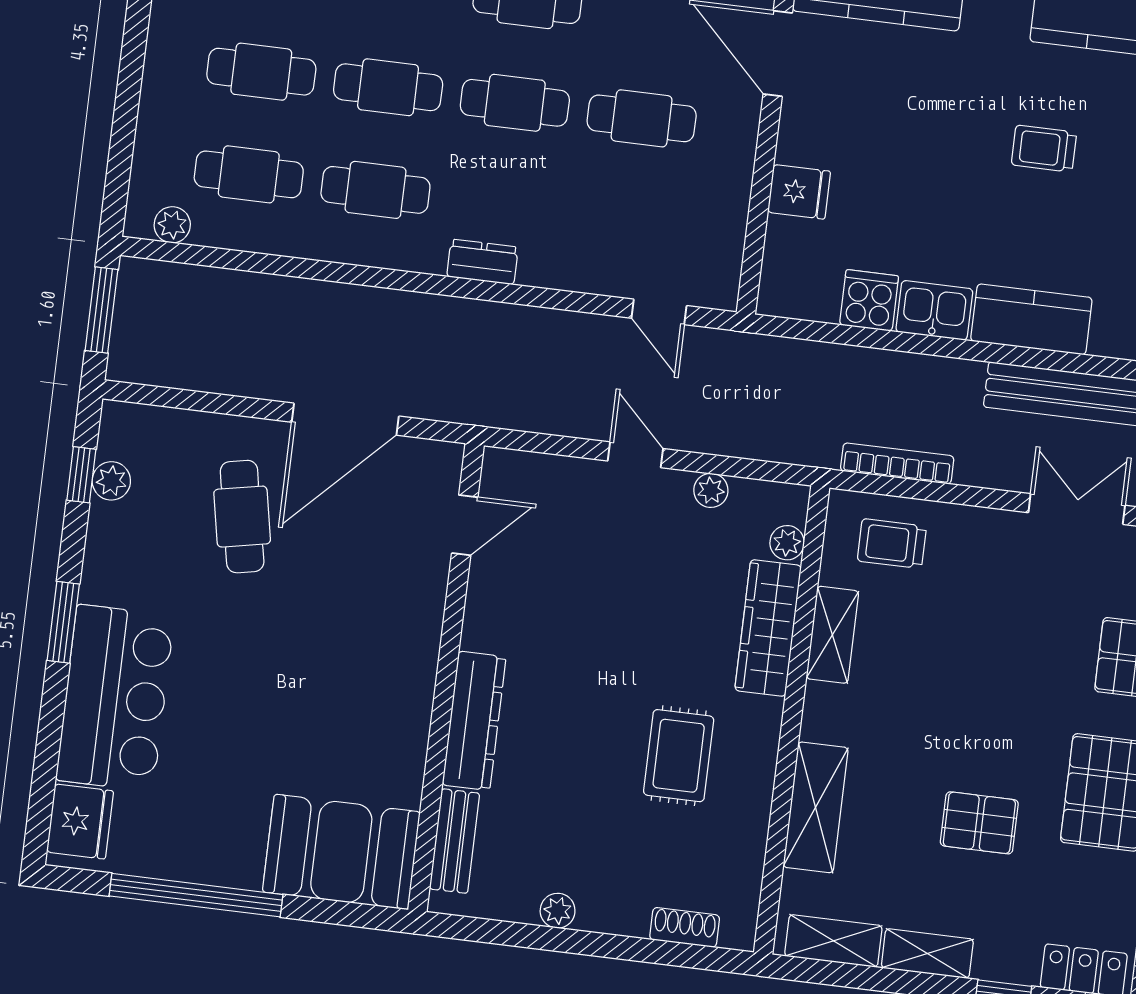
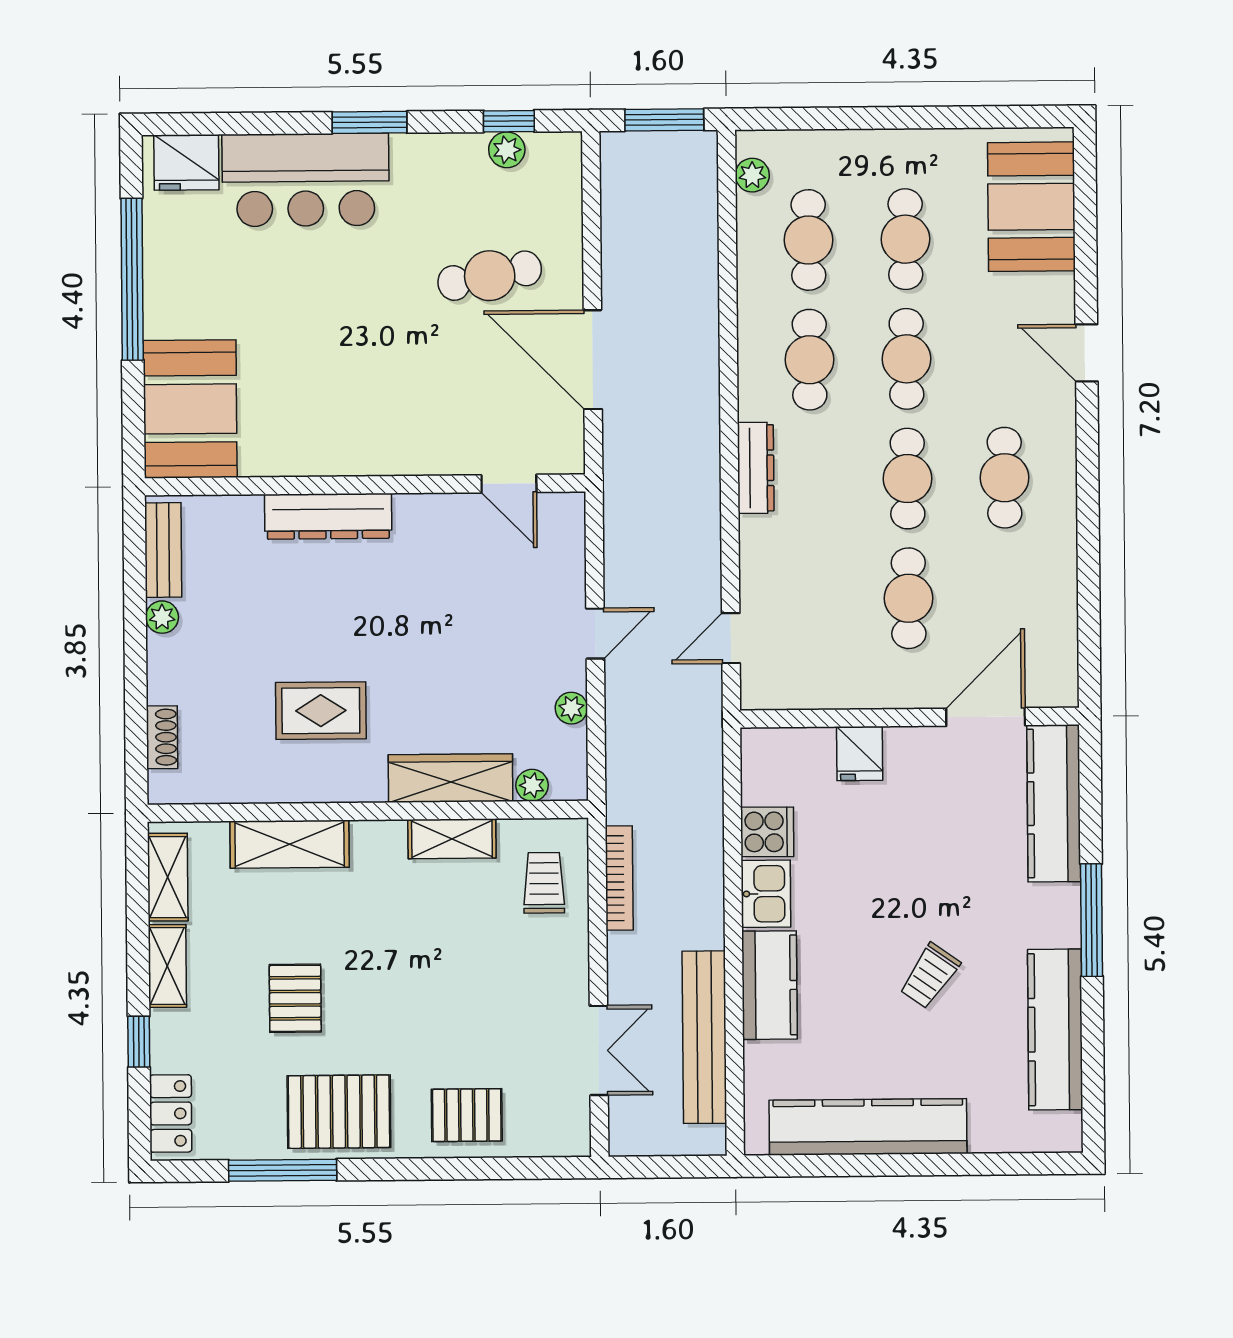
trolley: (1044, 149) -> (930, 976), turned -145
dresser: (482, 262) -> (756, 468), width x1.44
bench: (454, 841) -> (163, 550), moved, turned 90

